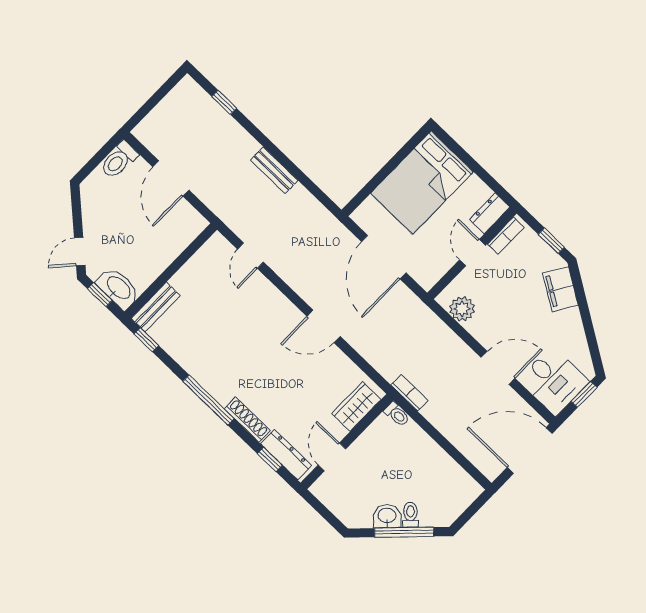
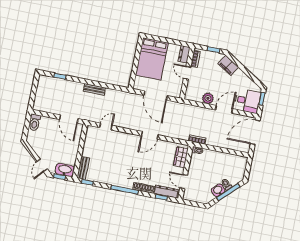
door: (171, 178) -> (69, 119), moved
door: (250, 256) -> (106, 127), swing flipped
plant: (462, 309) -> (208, 98), moved

